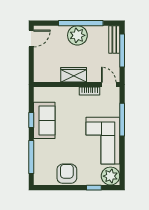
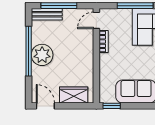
wardrobe: (74, 75) -> (74, 95), moved, turned 90
window: (31, 120) -> (112, 106), moved

